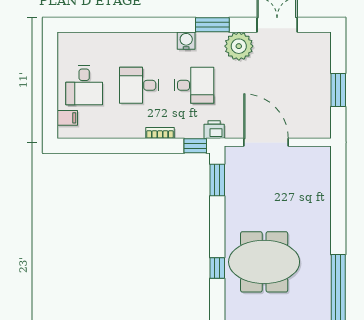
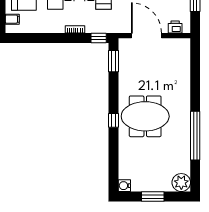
printer: (214, 130) -> (175, 27), moved

